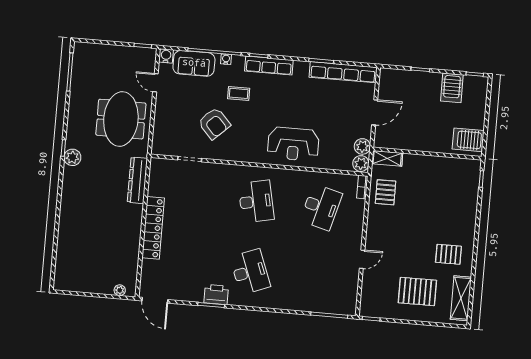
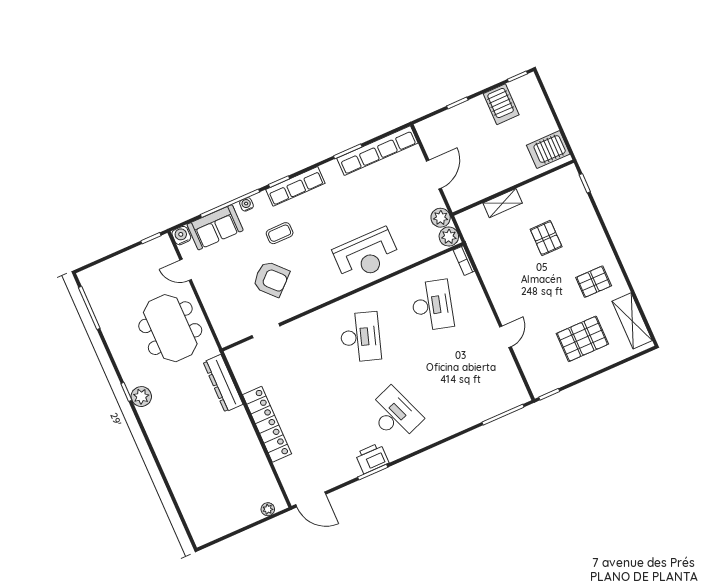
shelving: (387, 158) -> (503, 203), moved
pallet: (386, 192) -> (546, 238), moved
desk: (256, 201) -> (360, 337), turned 30

